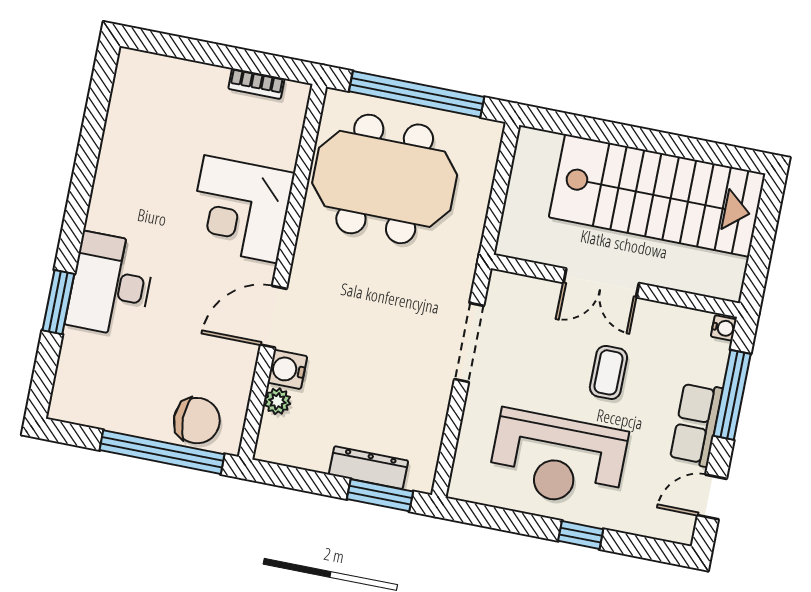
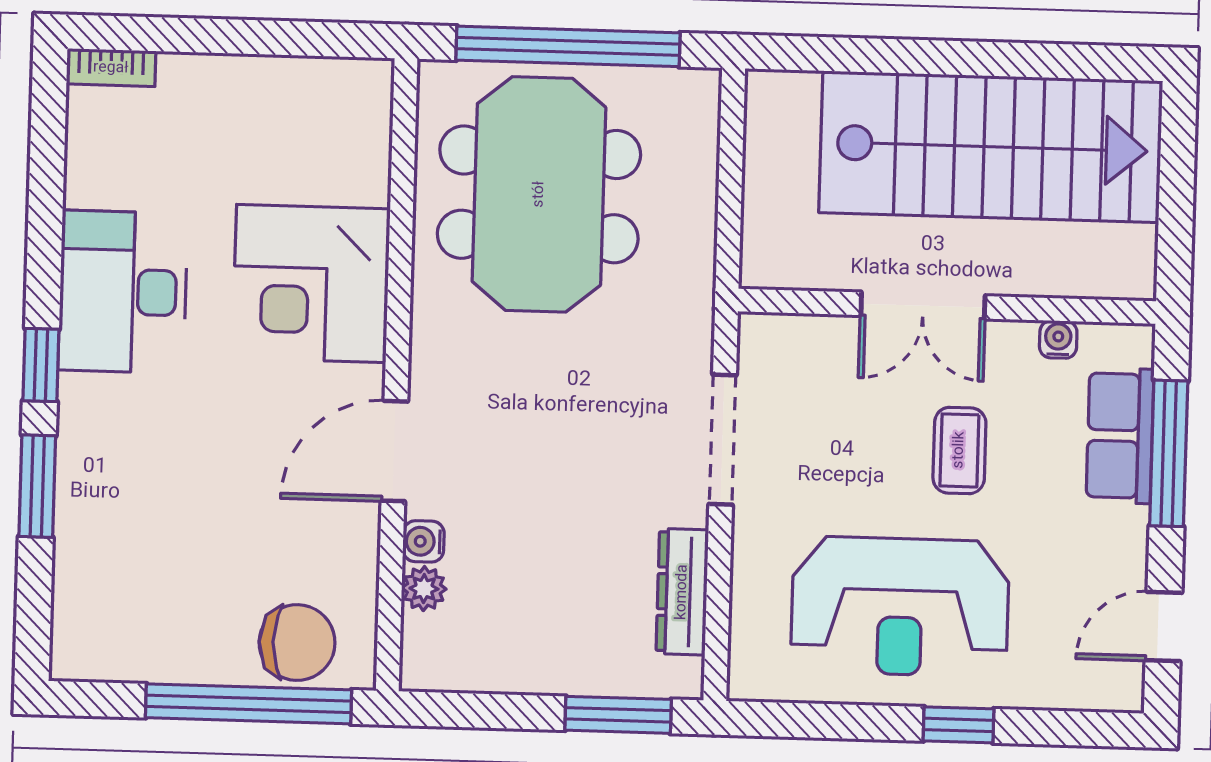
bookcase: (256, 84) -> (111, 68), moved
meeting table: (385, 179) -> (539, 194), turned 90
window: (73, 231) -> (41, 365), added
desk: (111, 285) -> (123, 292), moved
water cooler: (724, 328) -> (1058, 339), moved, turned -90
water cooler: (287, 369) -> (423, 541), width x0.72, depth x0.72
row of seats: (696, 424) -> (1120, 436), moved
dresser: (369, 468) -> (682, 592), moved, turned -90

